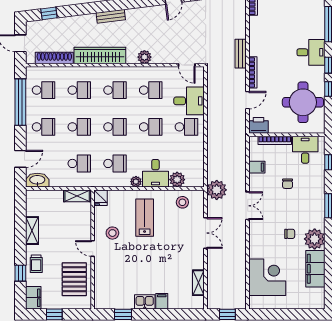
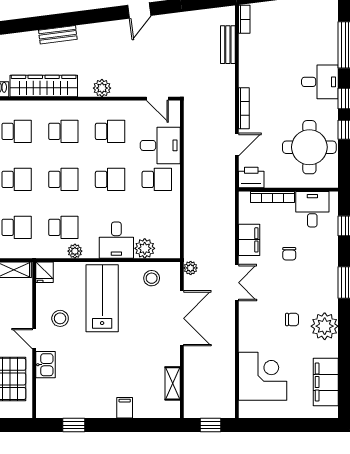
bench: (241, 54) -> (228, 45), moved
filing cabinet: (257, 167) -> (249, 240), width x2.00
plant: (136, 182) -> (75, 251), moved
plant: (217, 190) -> (191, 268), width x0.53, depth x0.53
lab bench: (145, 218) -> (102, 298), width x1.36, depth x1.39
double door: (206, 233) -> (182, 318), width x1.37
filing cabinet: (315, 269) -> (326, 382), moved
kitchen sink: (145, 302) -> (45, 365), moved, turned 90

